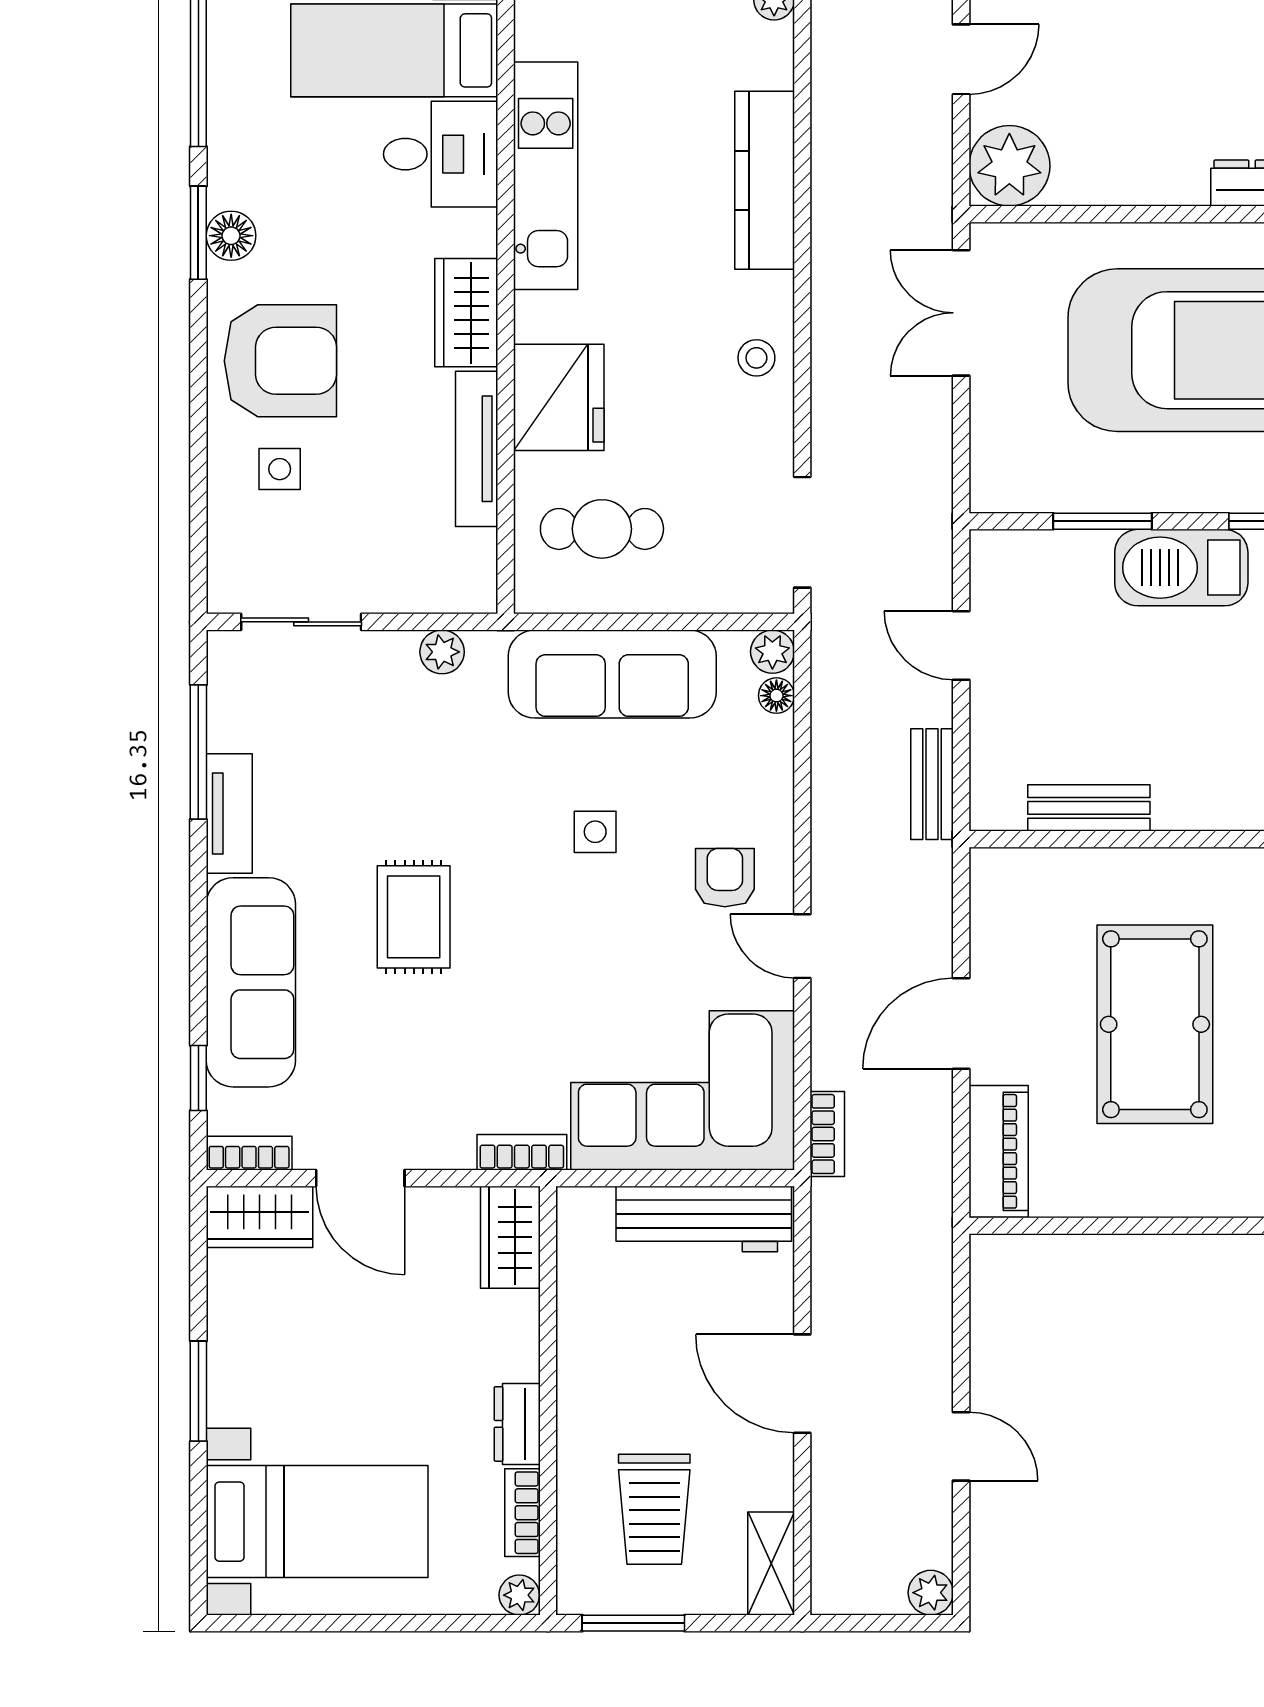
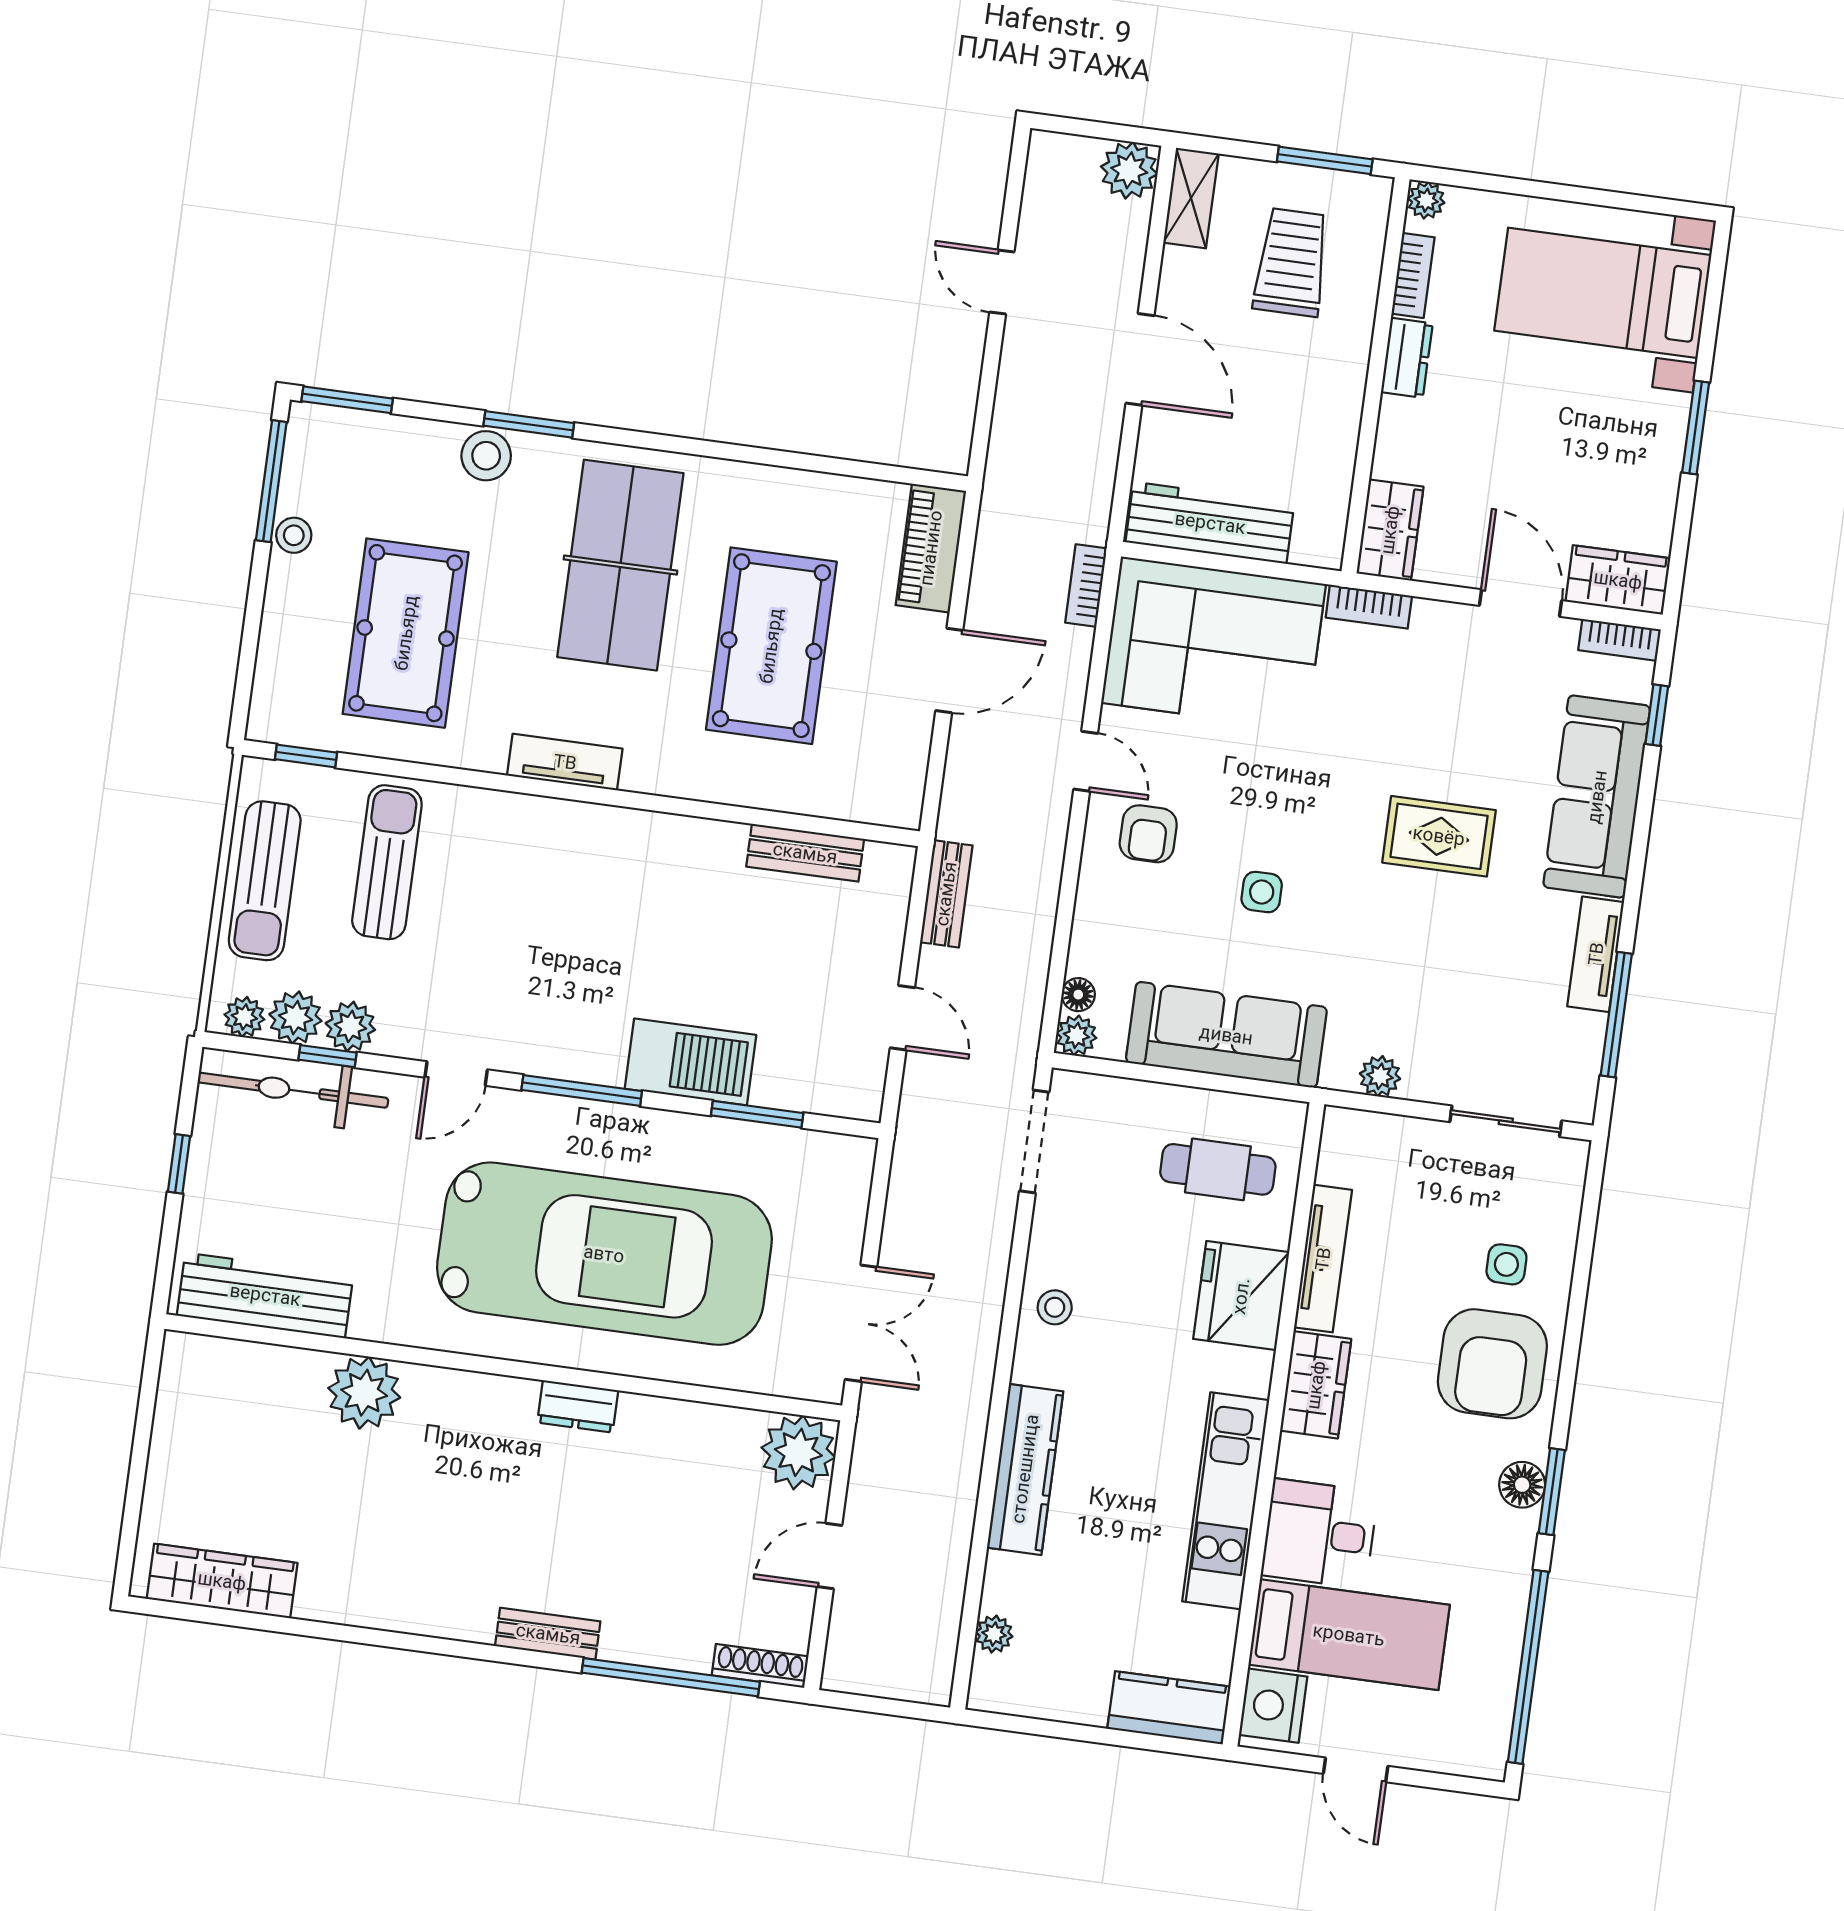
armchair: (280, 361) -> (1492, 1364), turned -90
rug: (414, 917) -> (1439, 836), turned 90
plant: (931, 1593) -> (1129, 170), moved, width x1.38, depth x1.38

